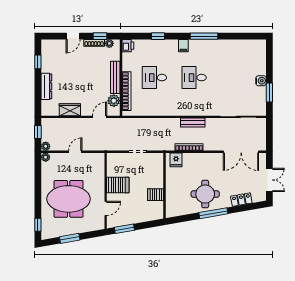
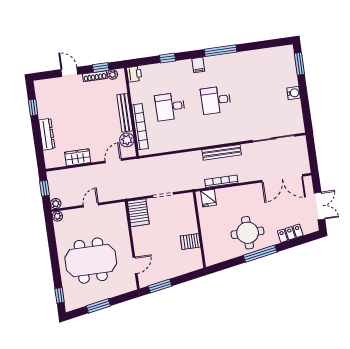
door: (73, 36) -> (69, 72), swing flipped
window: (269, 93) -> (299, 64), moved
bench: (193, 123) -> (222, 152), width x1.36
server rack: (118, 185) -> (138, 213), moved, turned 90

